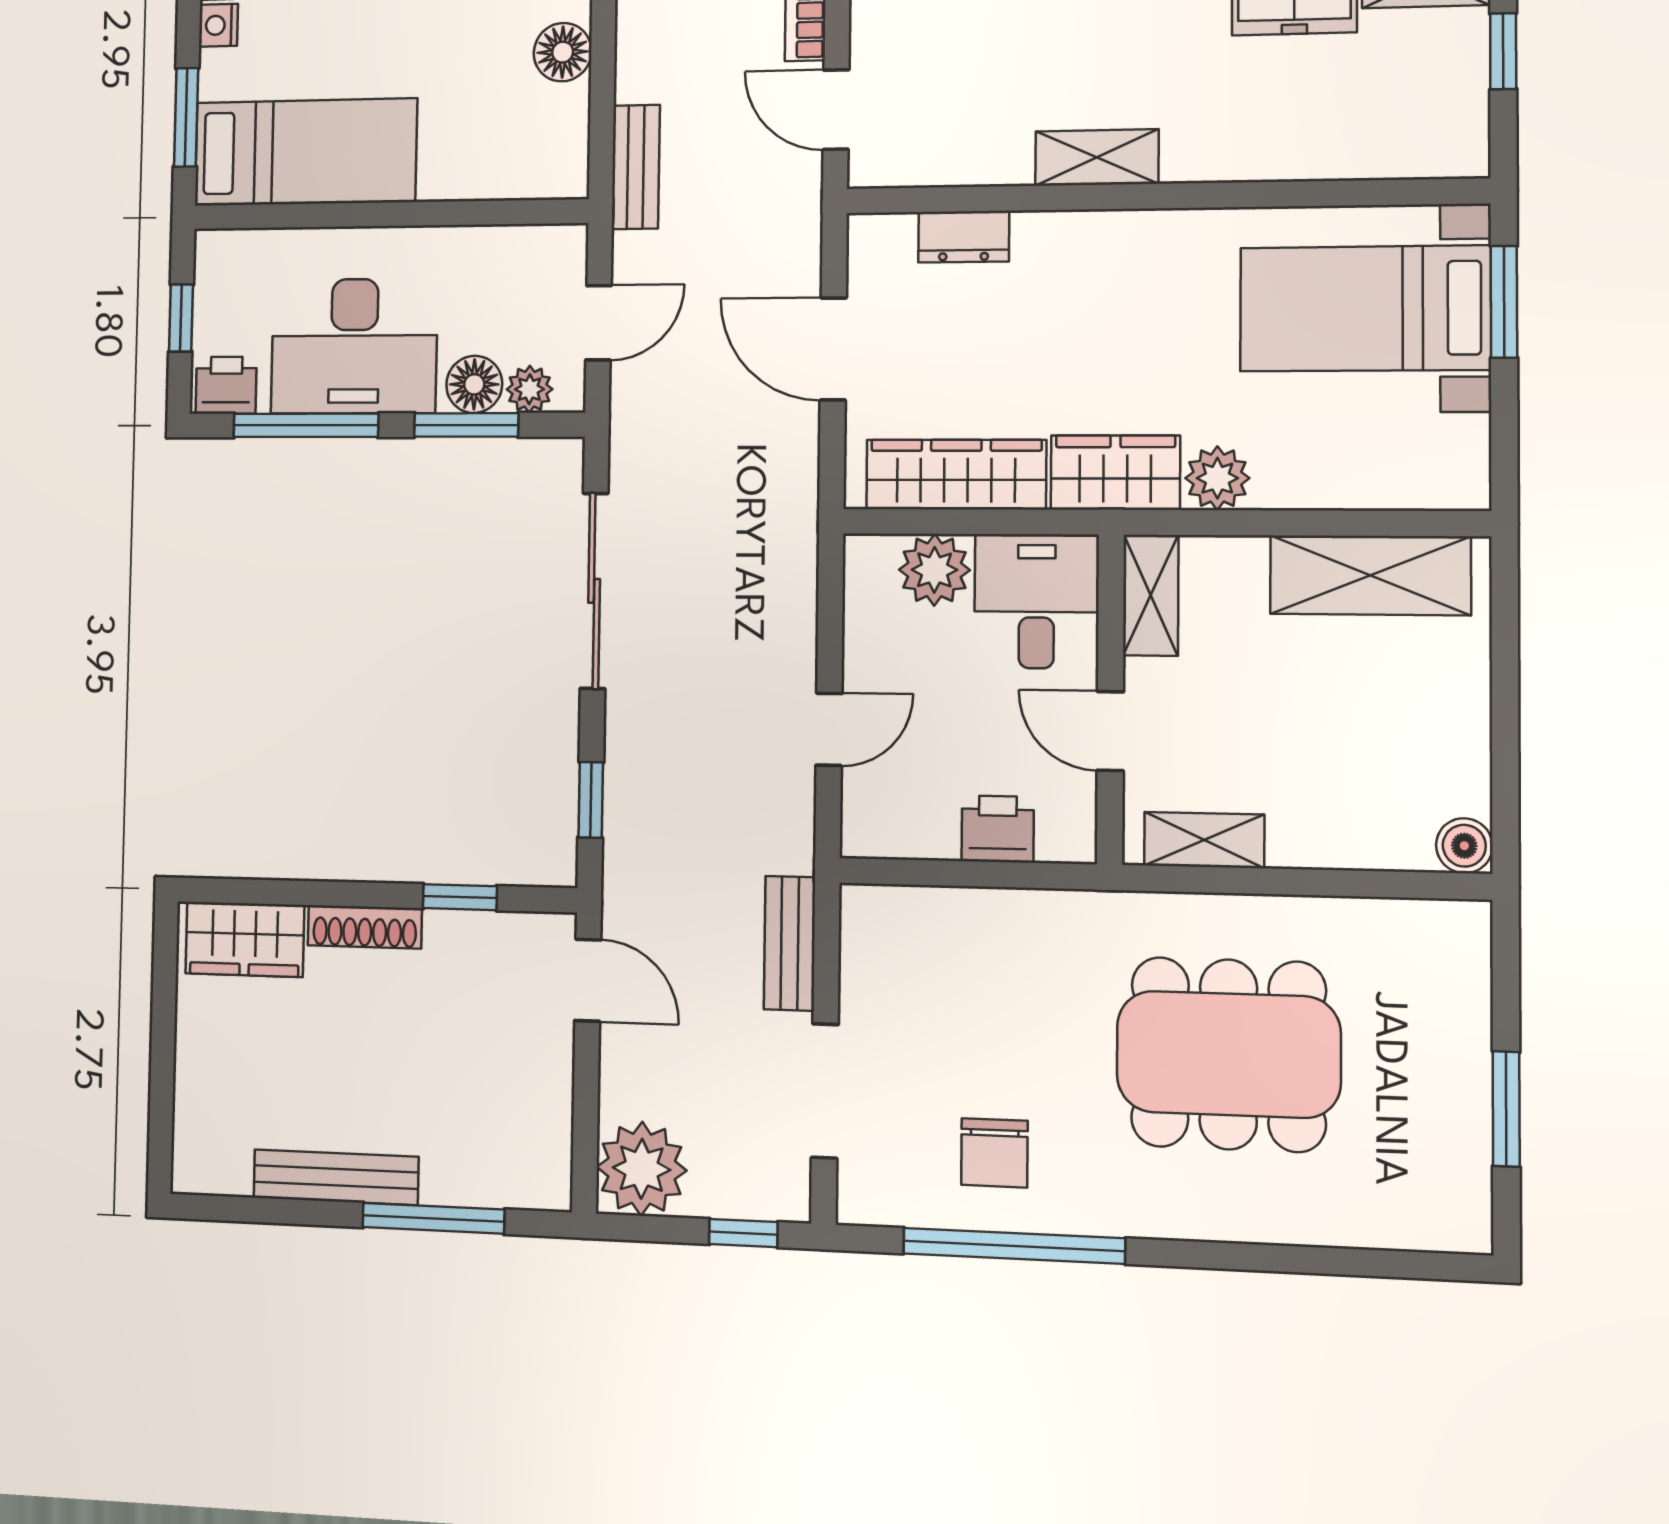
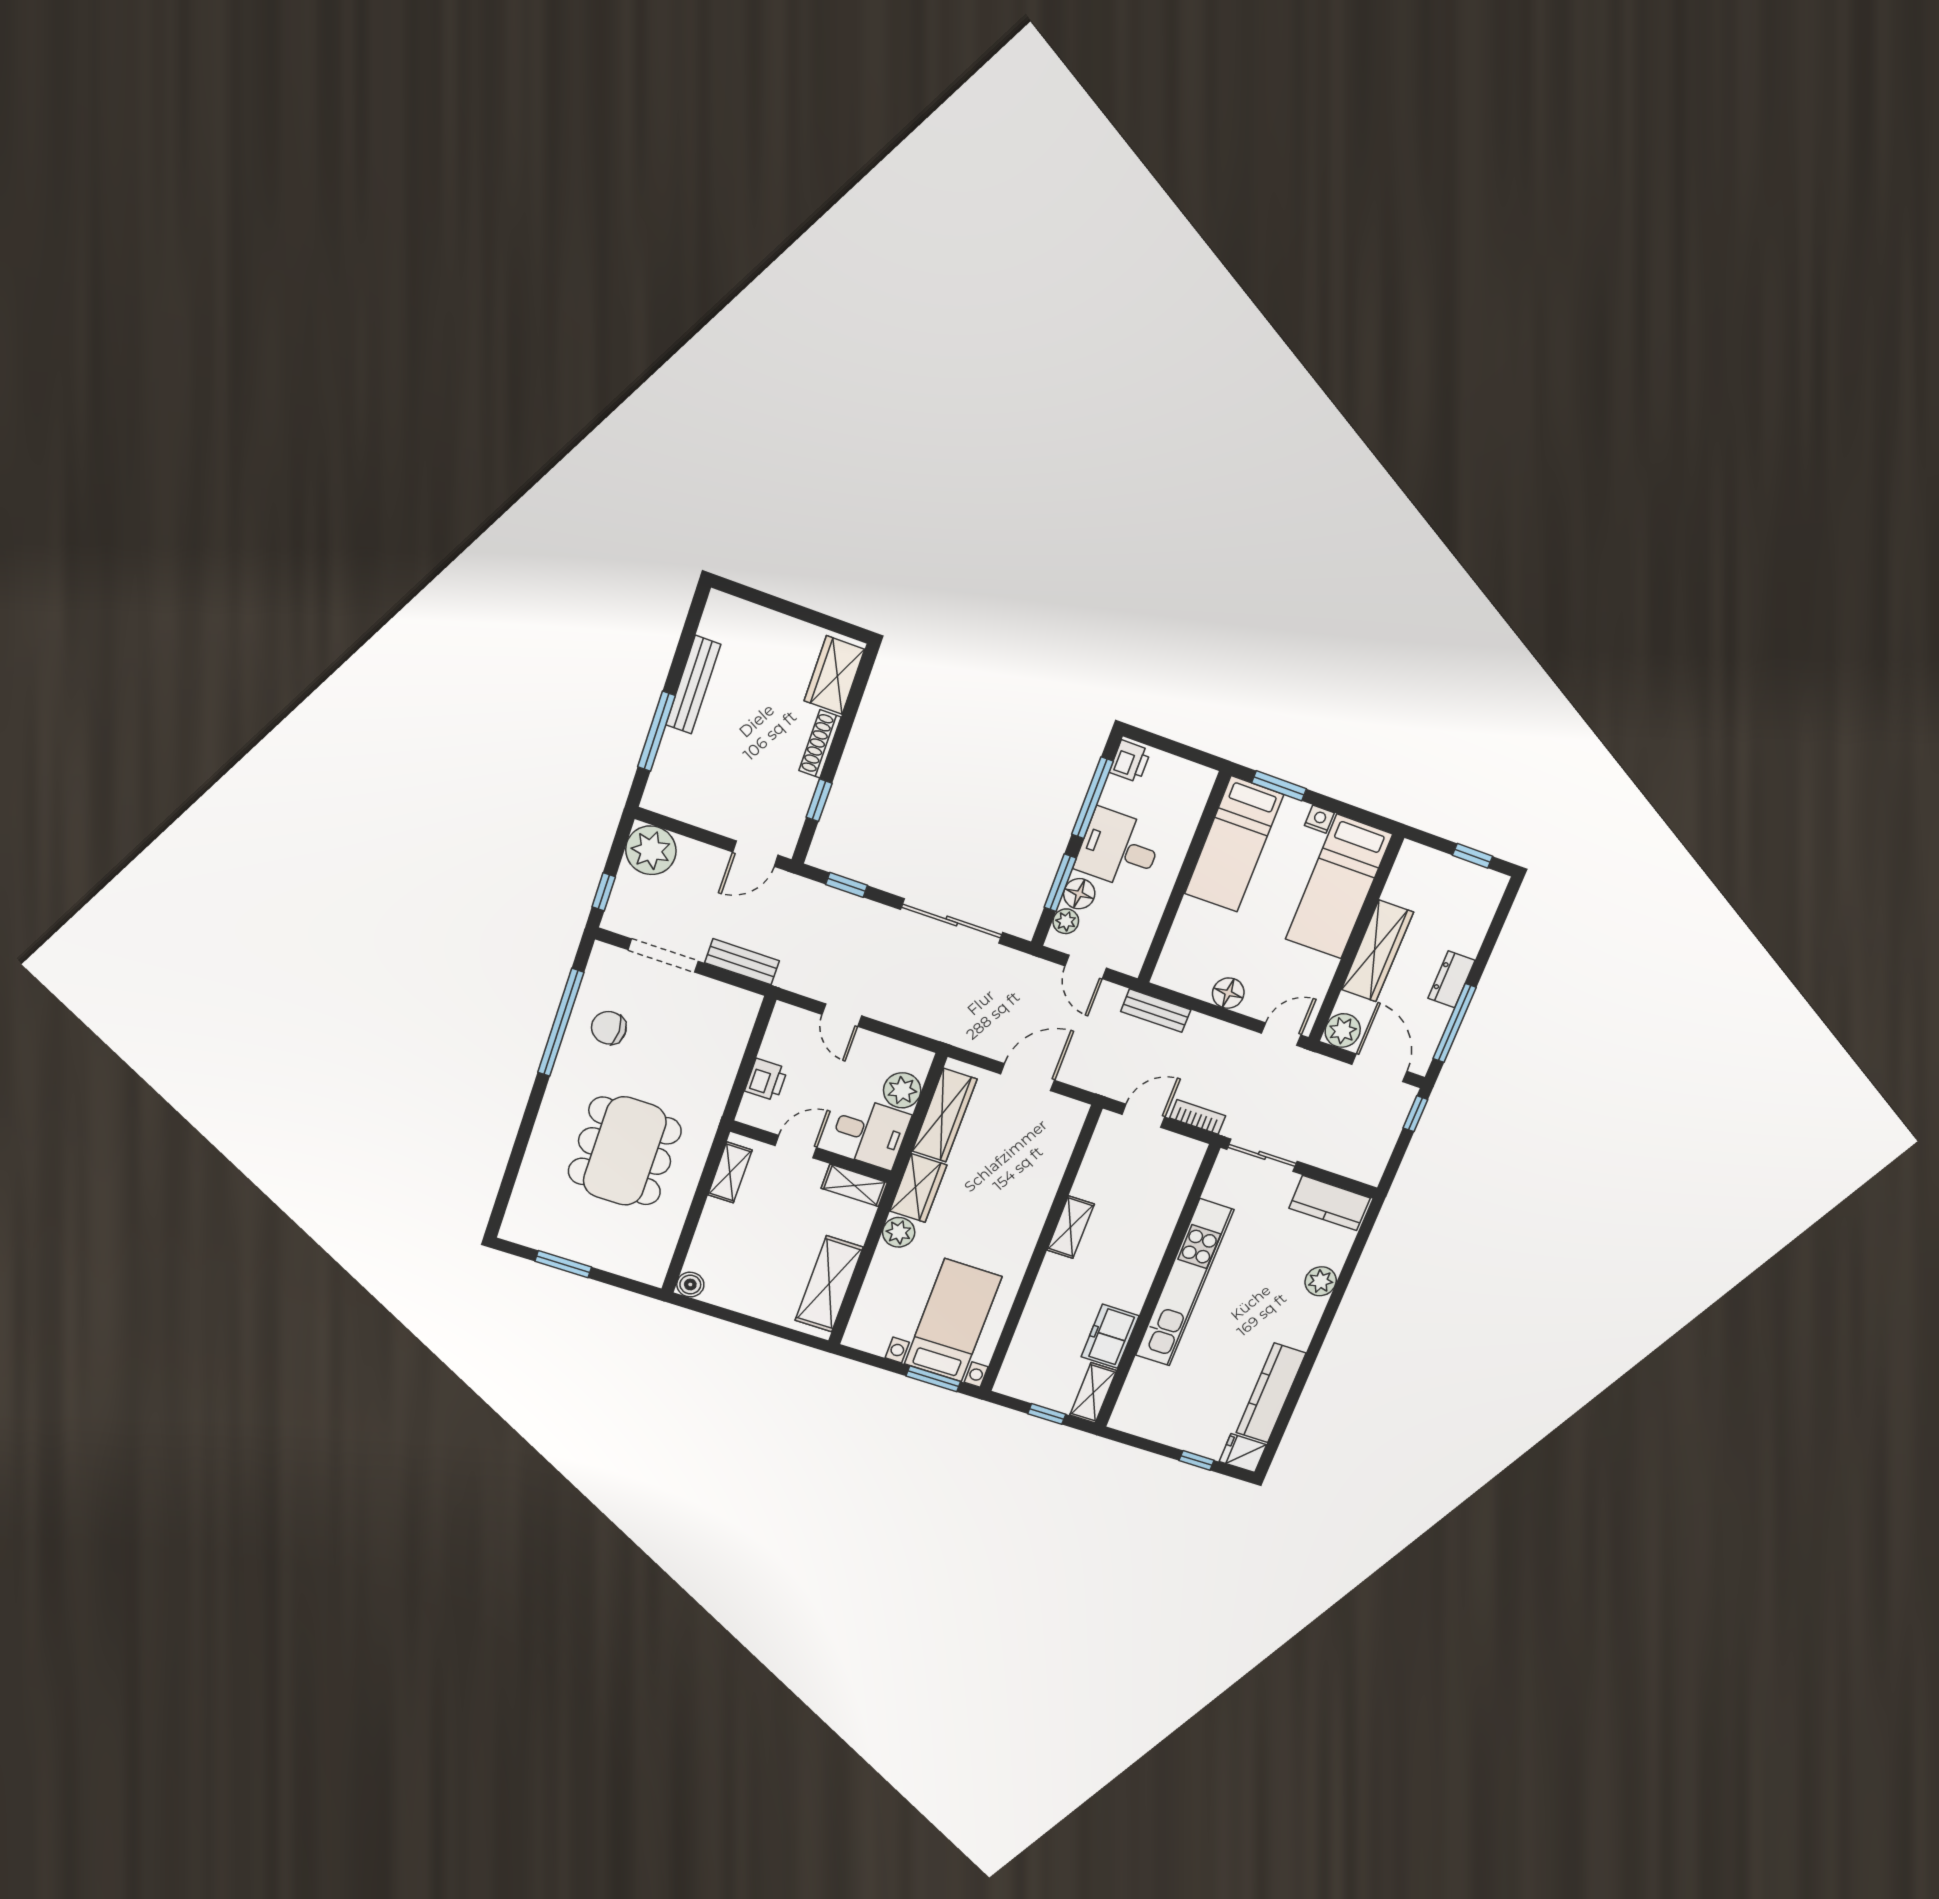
dresser: (964, 237) -> (1058, 1155), removed
window: (181, 318) -> (1175, 748), removed
desk: (354, 346) -> (1119, 849), width x0.73

